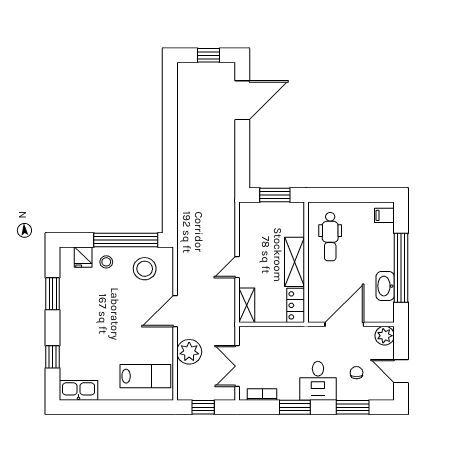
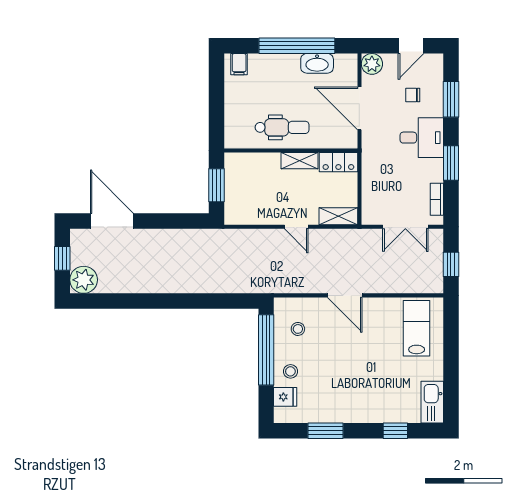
dental chair: (330, 237) -> (282, 127), moved
shelving: (295, 262) -> (299, 161), width x0.67, depth x0.75
stool: (145, 269) -> (298, 329), width x0.53, depth x0.53
plant: (189, 352) -> (84, 280), moved

